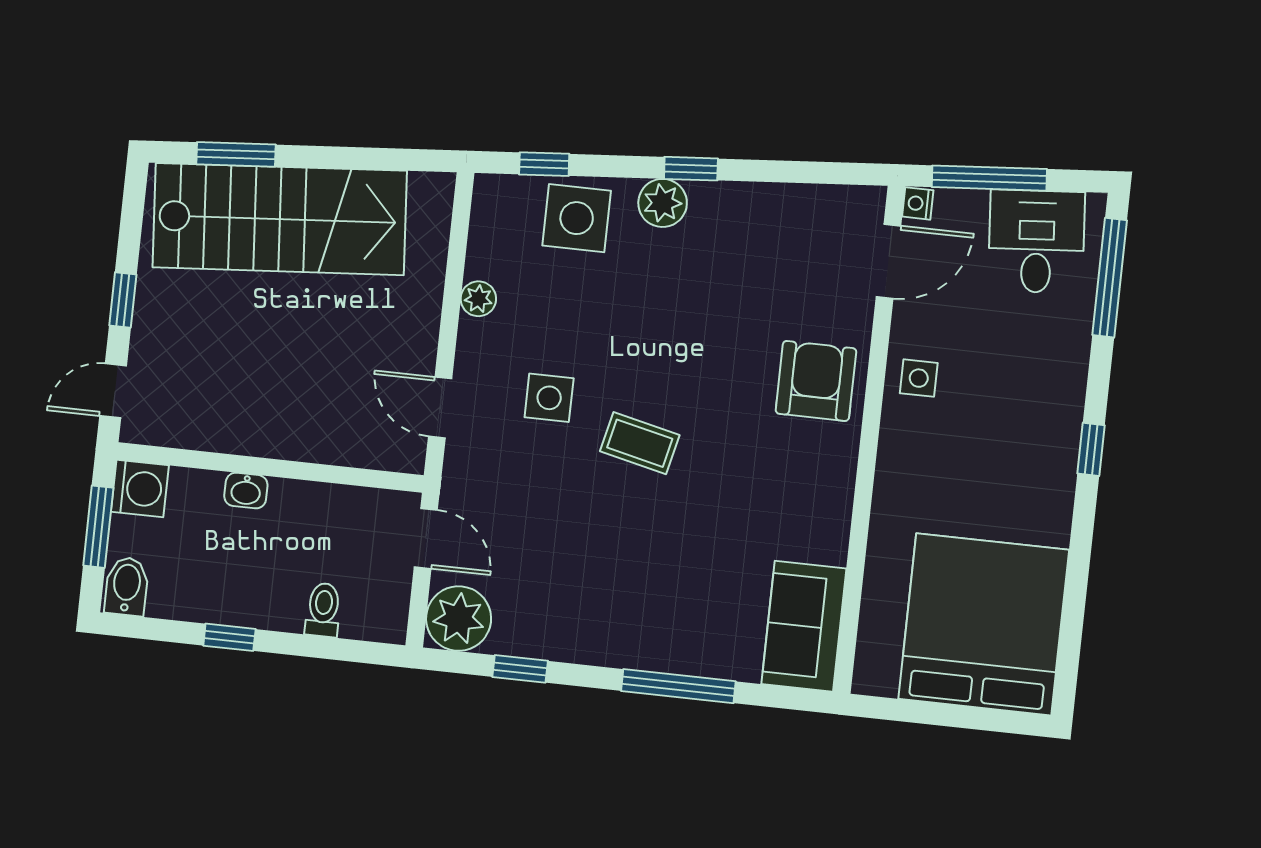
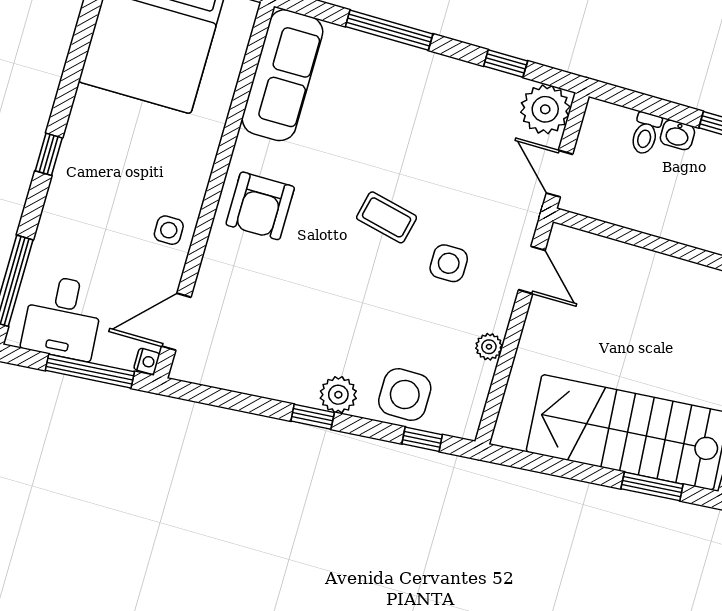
armchair: (816, 381) -> (260, 206), moved
washbasin: (246, 491) -> (677, 135), moved, turned 180
sofa: (804, 626) -> (282, 75), width x1.36

